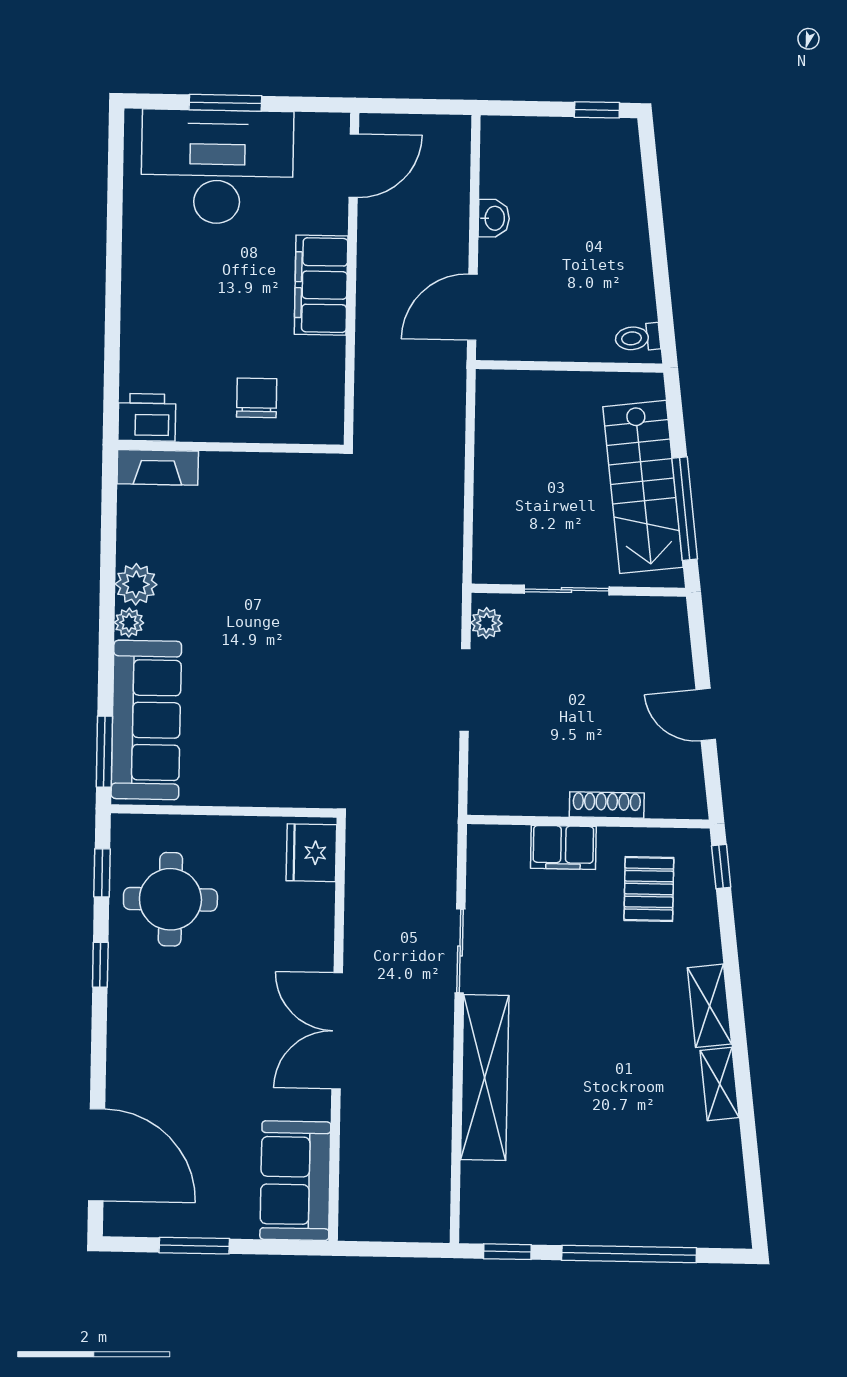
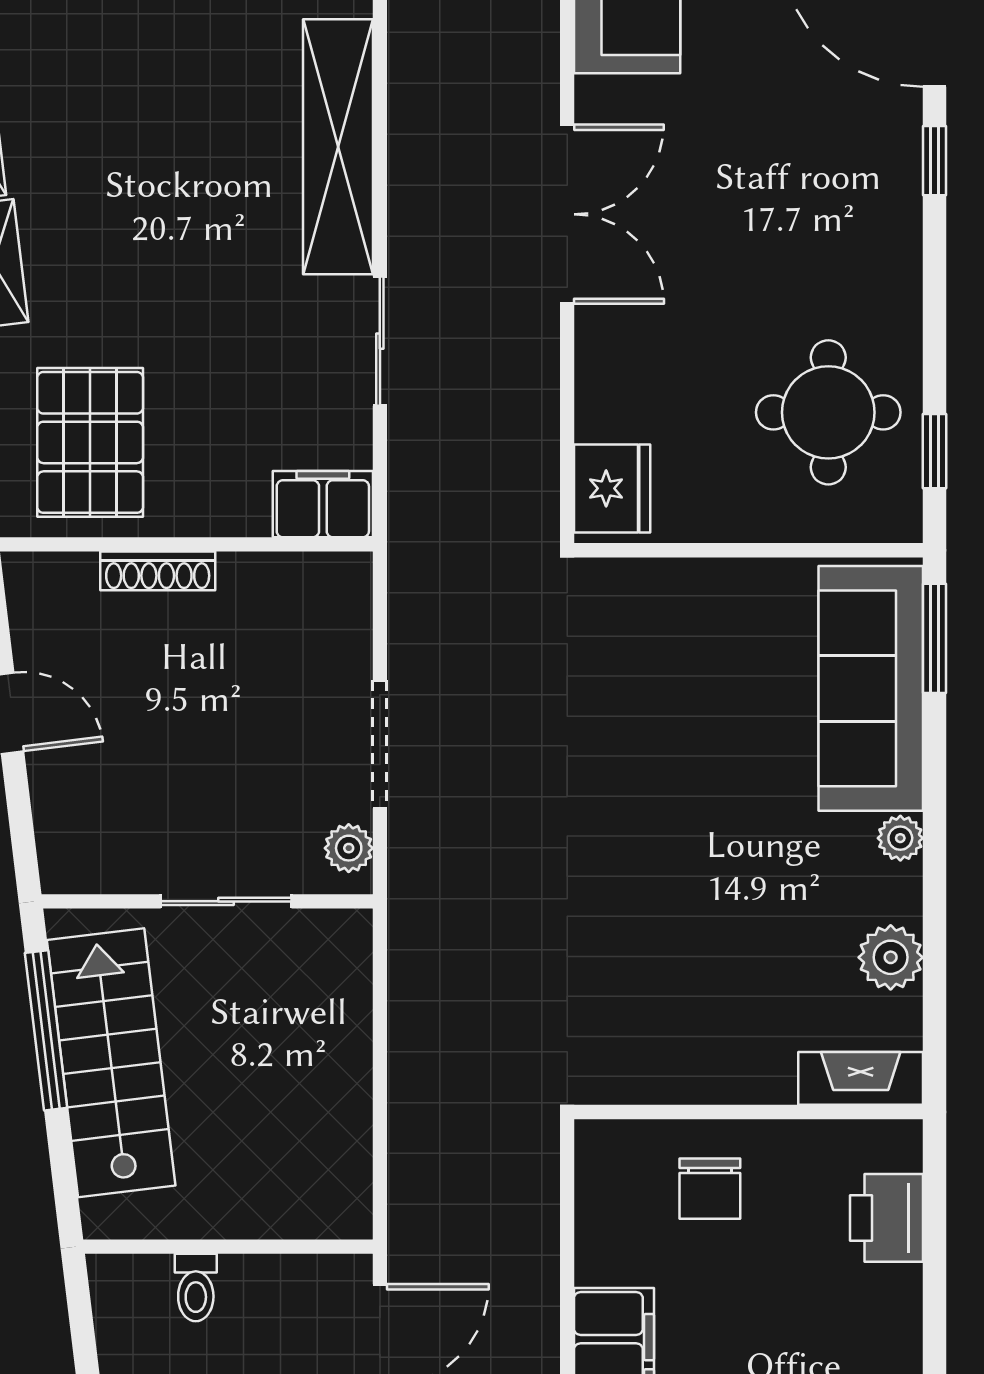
toilet: (638, 338) -> (196, 1288), moved, turned 97
printer: (147, 417) -> (886, 1218), moved, turned 90
plant: (136, 584) -> (891, 957), moved
filing cabinet: (563, 847) -> (323, 504), moved
pallet: (649, 889) -> (90, 442), width x1.50, depth x1.42
window: (100, 965) -> (935, 161), moved

